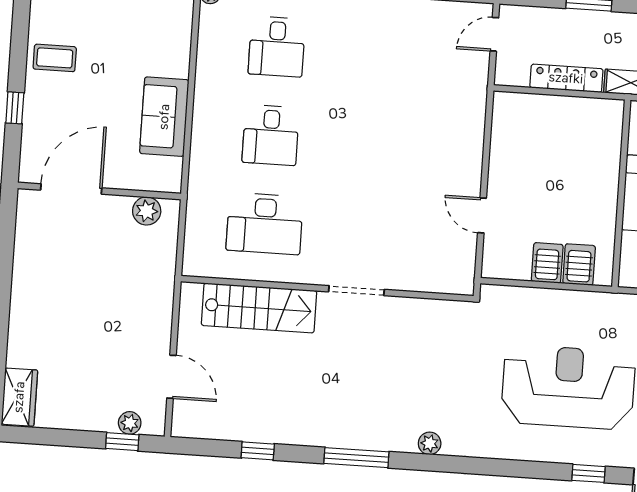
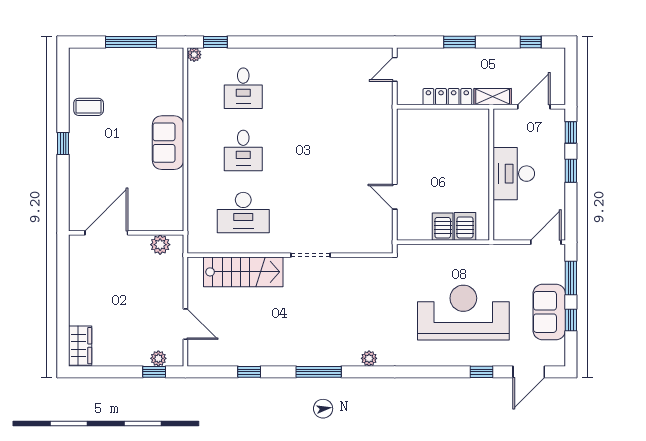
door: (71, 189) -> (106, 233), moved
wall: (99, 191) -> (126, 233), moved
plant: (147, 211) -> (160, 245), moved

